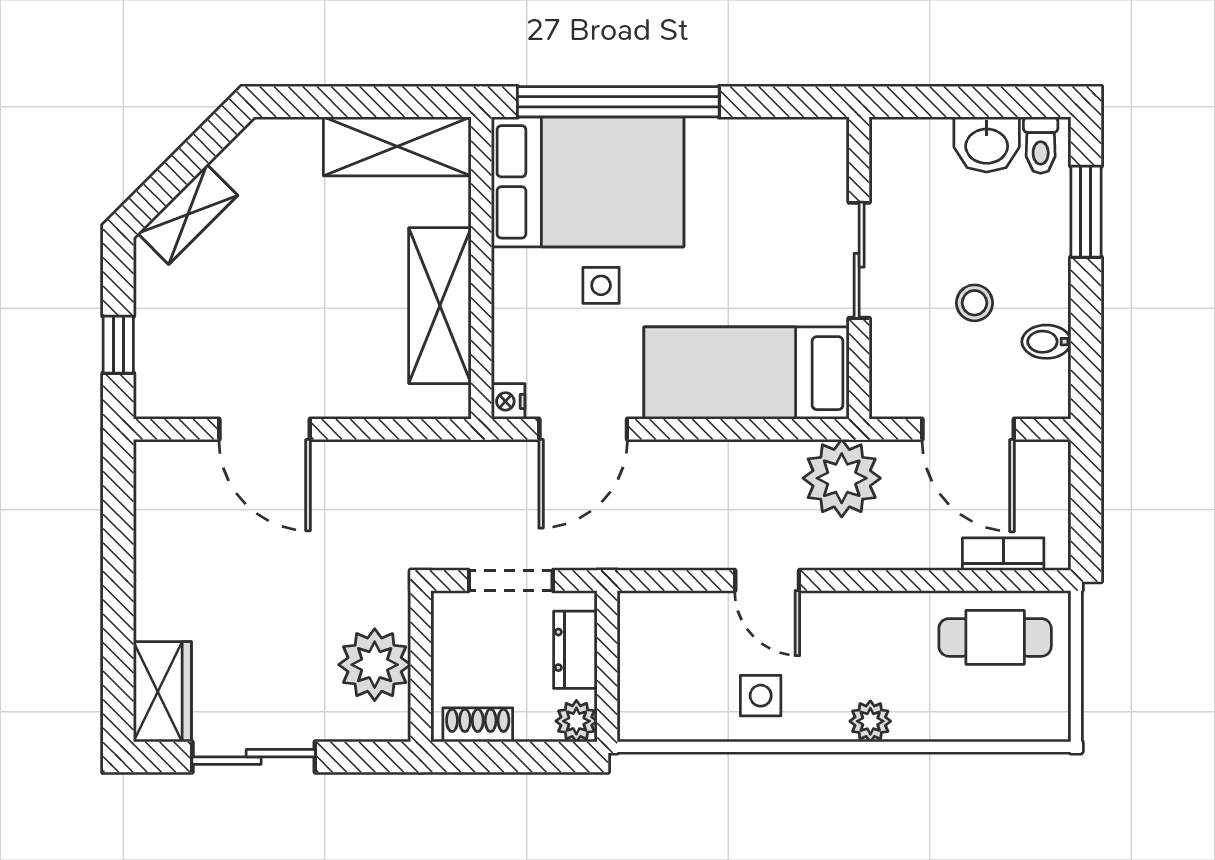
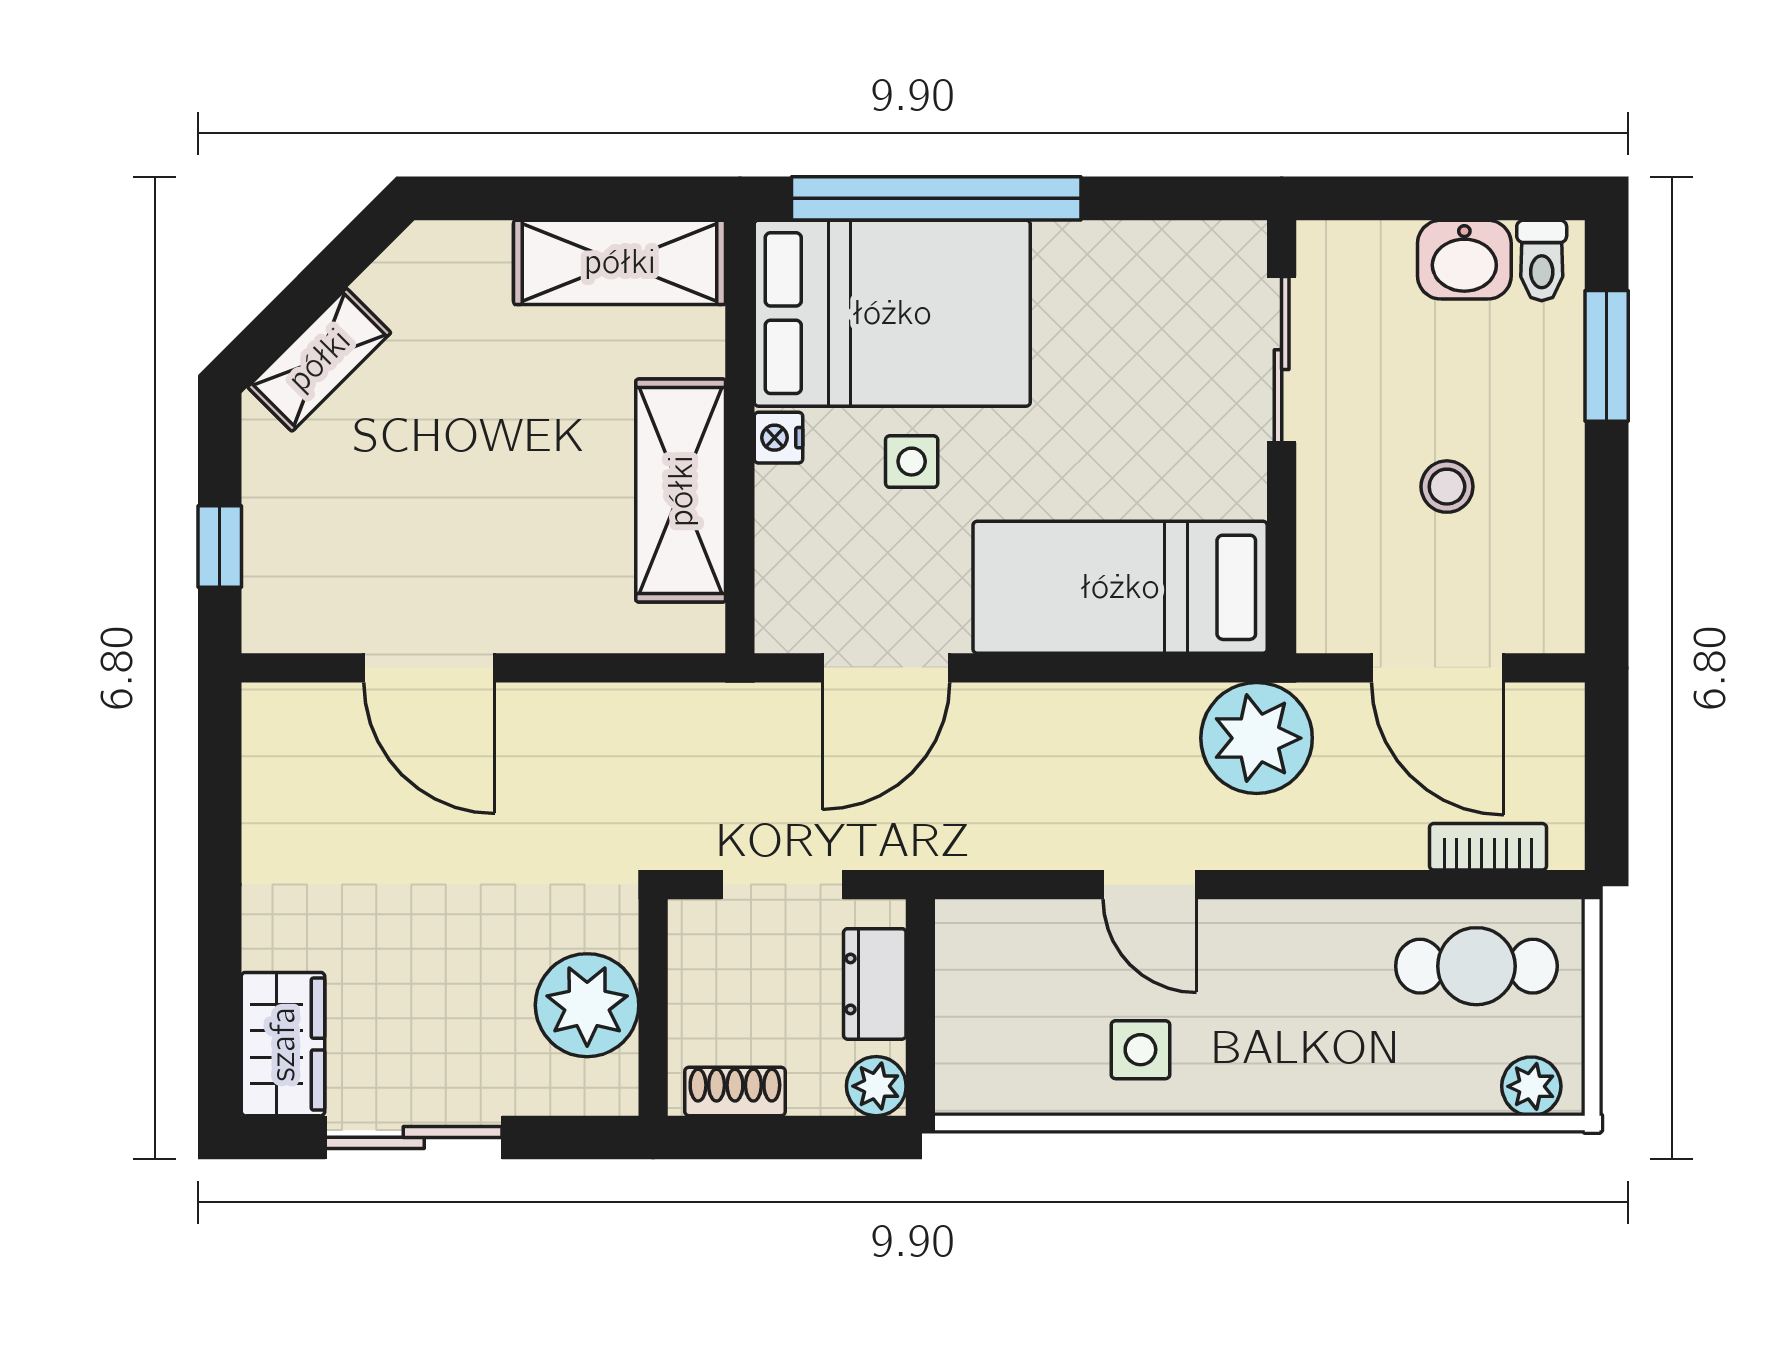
sliding door: (859, 260) -> (1282, 360), moved
bidet: (1046, 342) -> (1550, 542), removed
nightstand: (508, 401) -> (778, 438), moved
plant: (870, 721) -> (1531, 1086), moved

